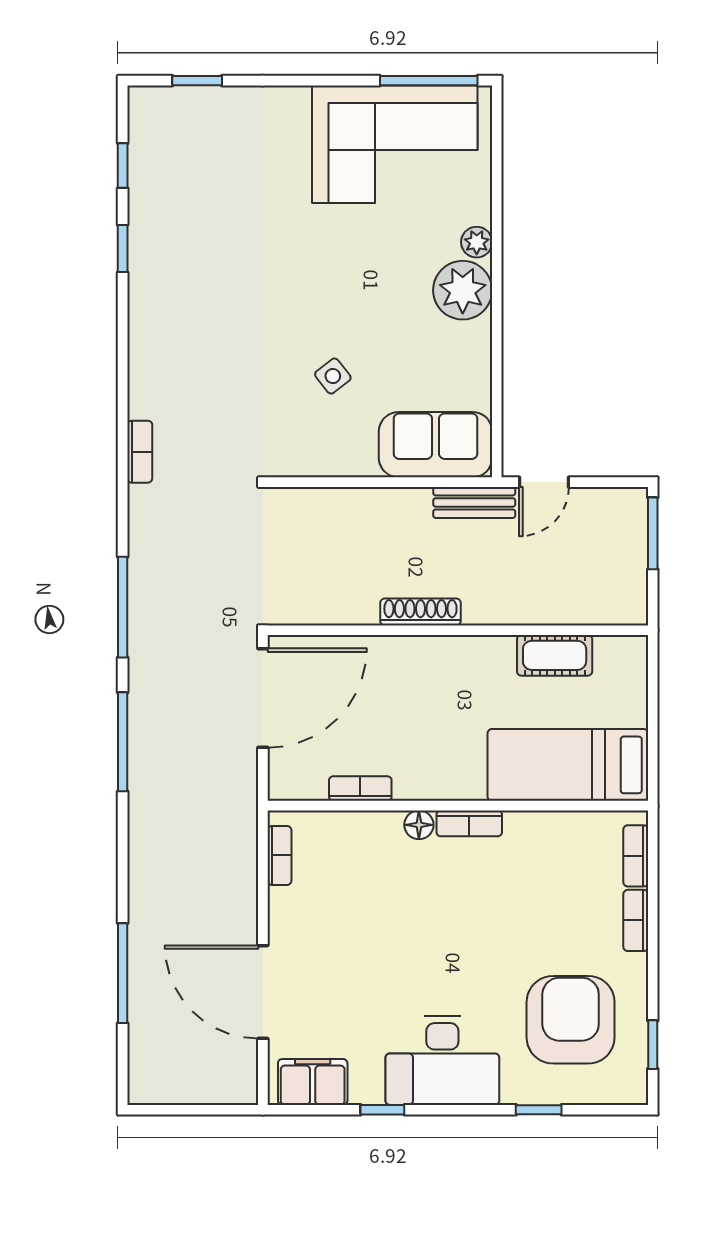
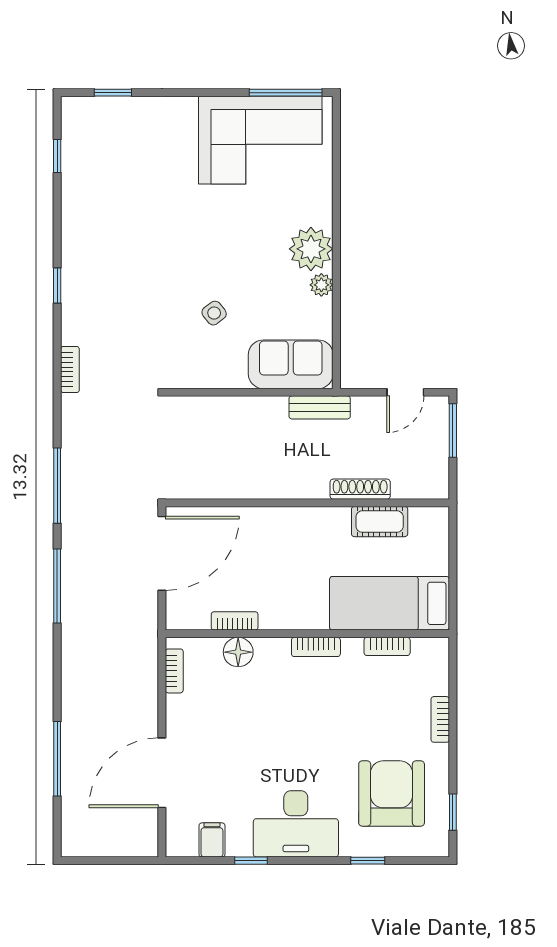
plant: (477, 242) -> (321, 285), moved
window: (123, 249) -> (57, 285), moved
door: (544, 482) -> (405, 392), moved
shoe rack: (420, 612) -> (360, 489), moved
floor lamp: (419, 825) -> (238, 652), moved, width x1.37, depth x1.37
bookcase: (636, 856) -> (387, 646), moved, turned -90
door: (263, 992) -> (162, 773), hinge flipped
filing cabinet: (313, 1082) -> (212, 840), width x0.50

